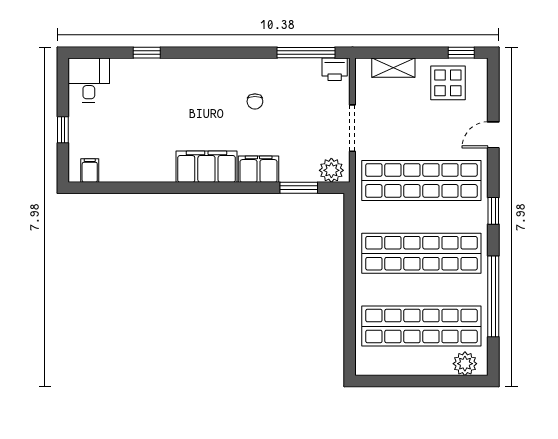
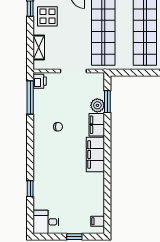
plant: (331, 170) -> (97, 105), moved

